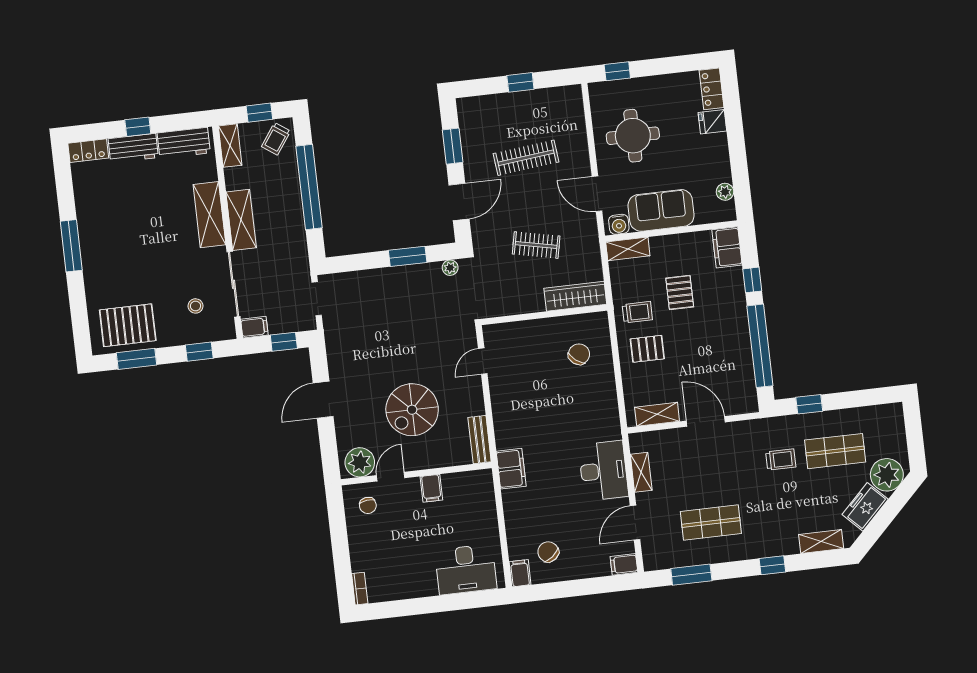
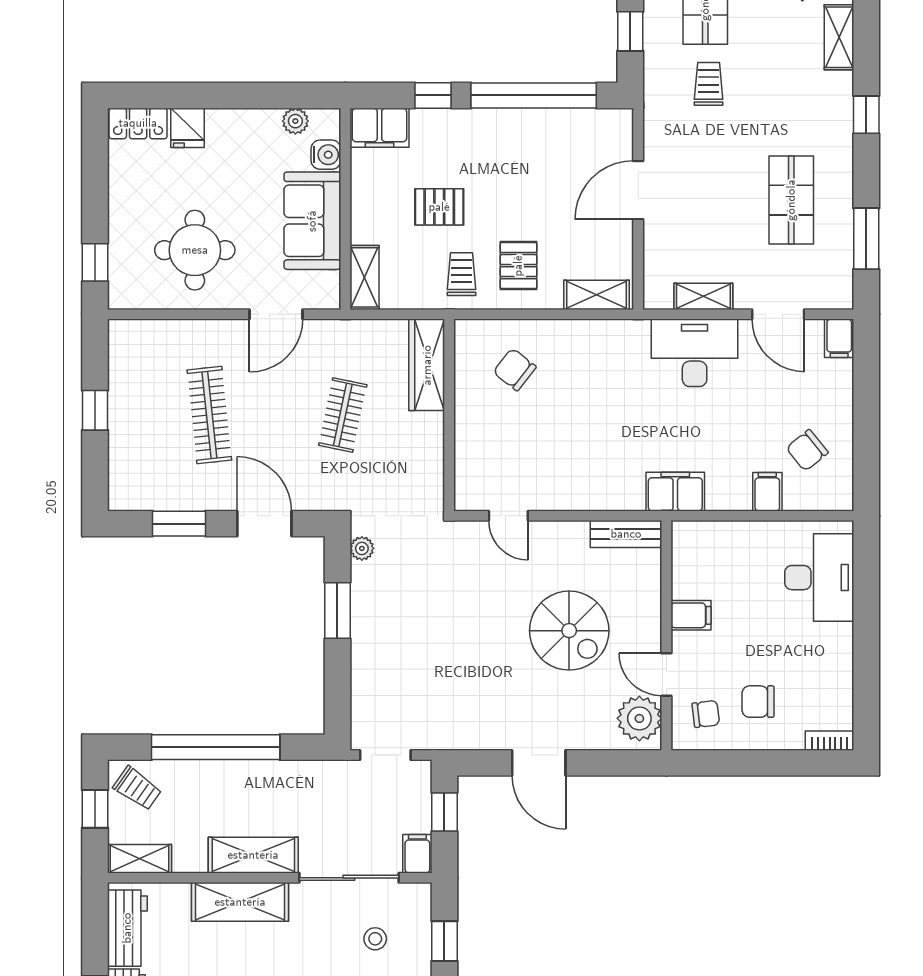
water cooler: (619, 224) -> (326, 155), moved
shelving: (657, 414) -> (596, 295), moved, turned 90
chair: (380, 539) -> (758, 702), added
filing cabinet: (520, 573) -> (767, 492), moved, turned 90

